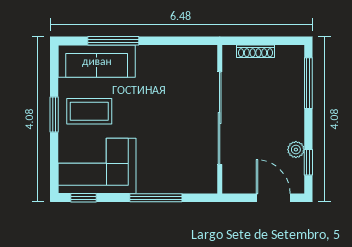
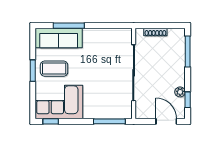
window: (156, 198) -> (109, 121), moved

